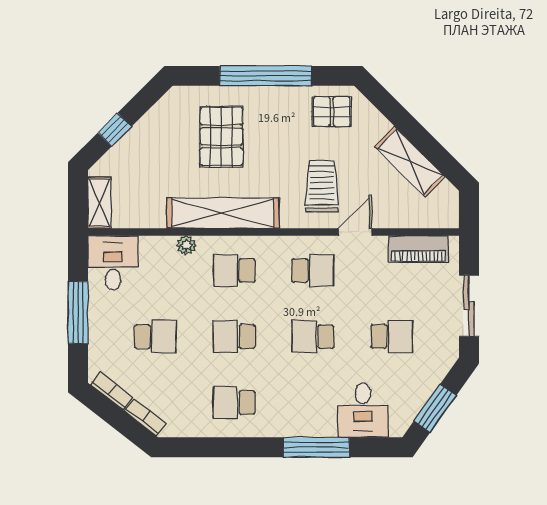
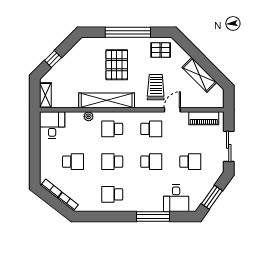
pallet: (221, 137) -> (117, 65), moved
window: (78, 313) -> (35, 150), removed
school desk: (313, 337) -> (151, 162), turned 180

